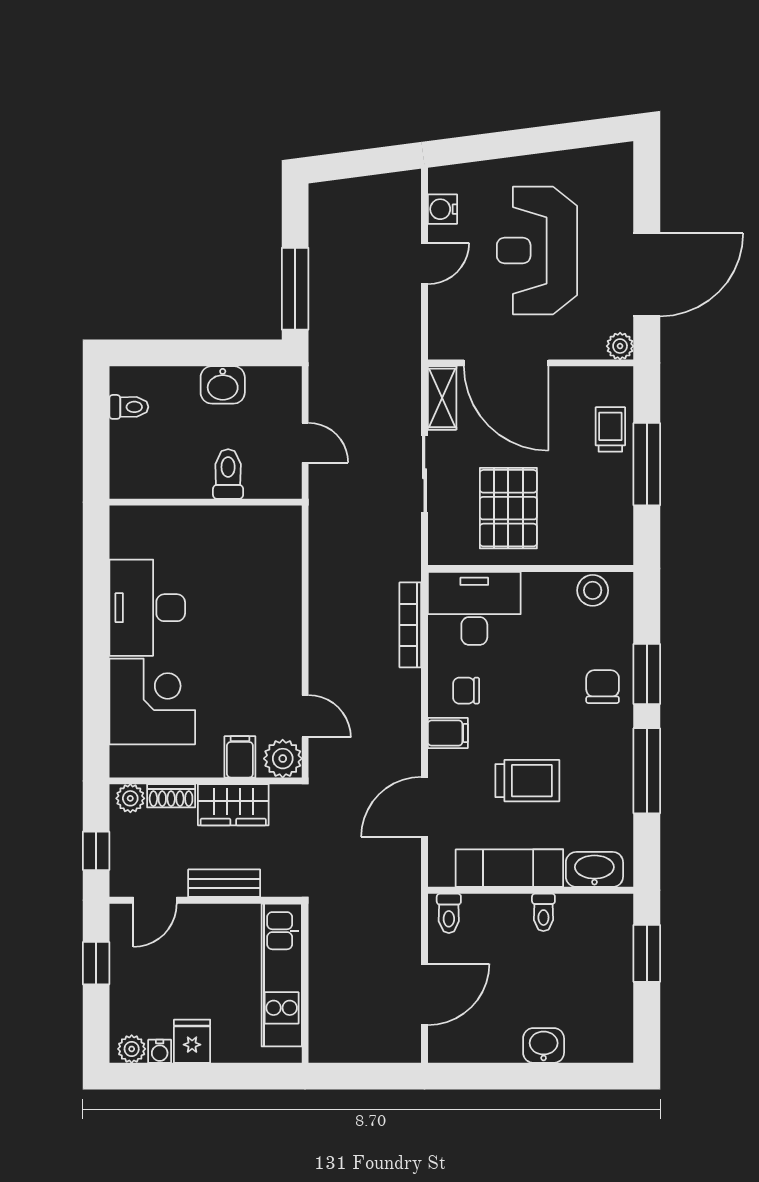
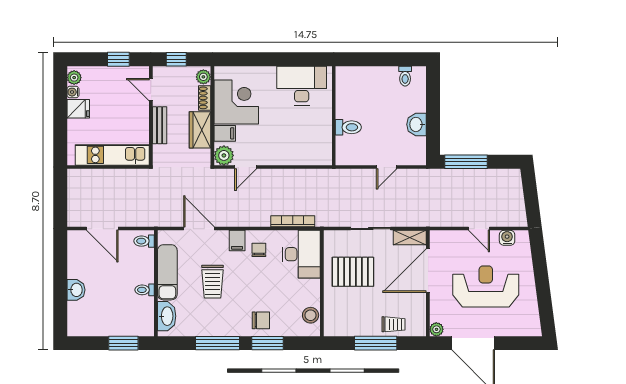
toilet: (228, 474) -> (348, 127), moved
wall: (206, 502) -> (334, 116), moved
corner desk: (152, 701) -> (236, 102), moved, turned -90

